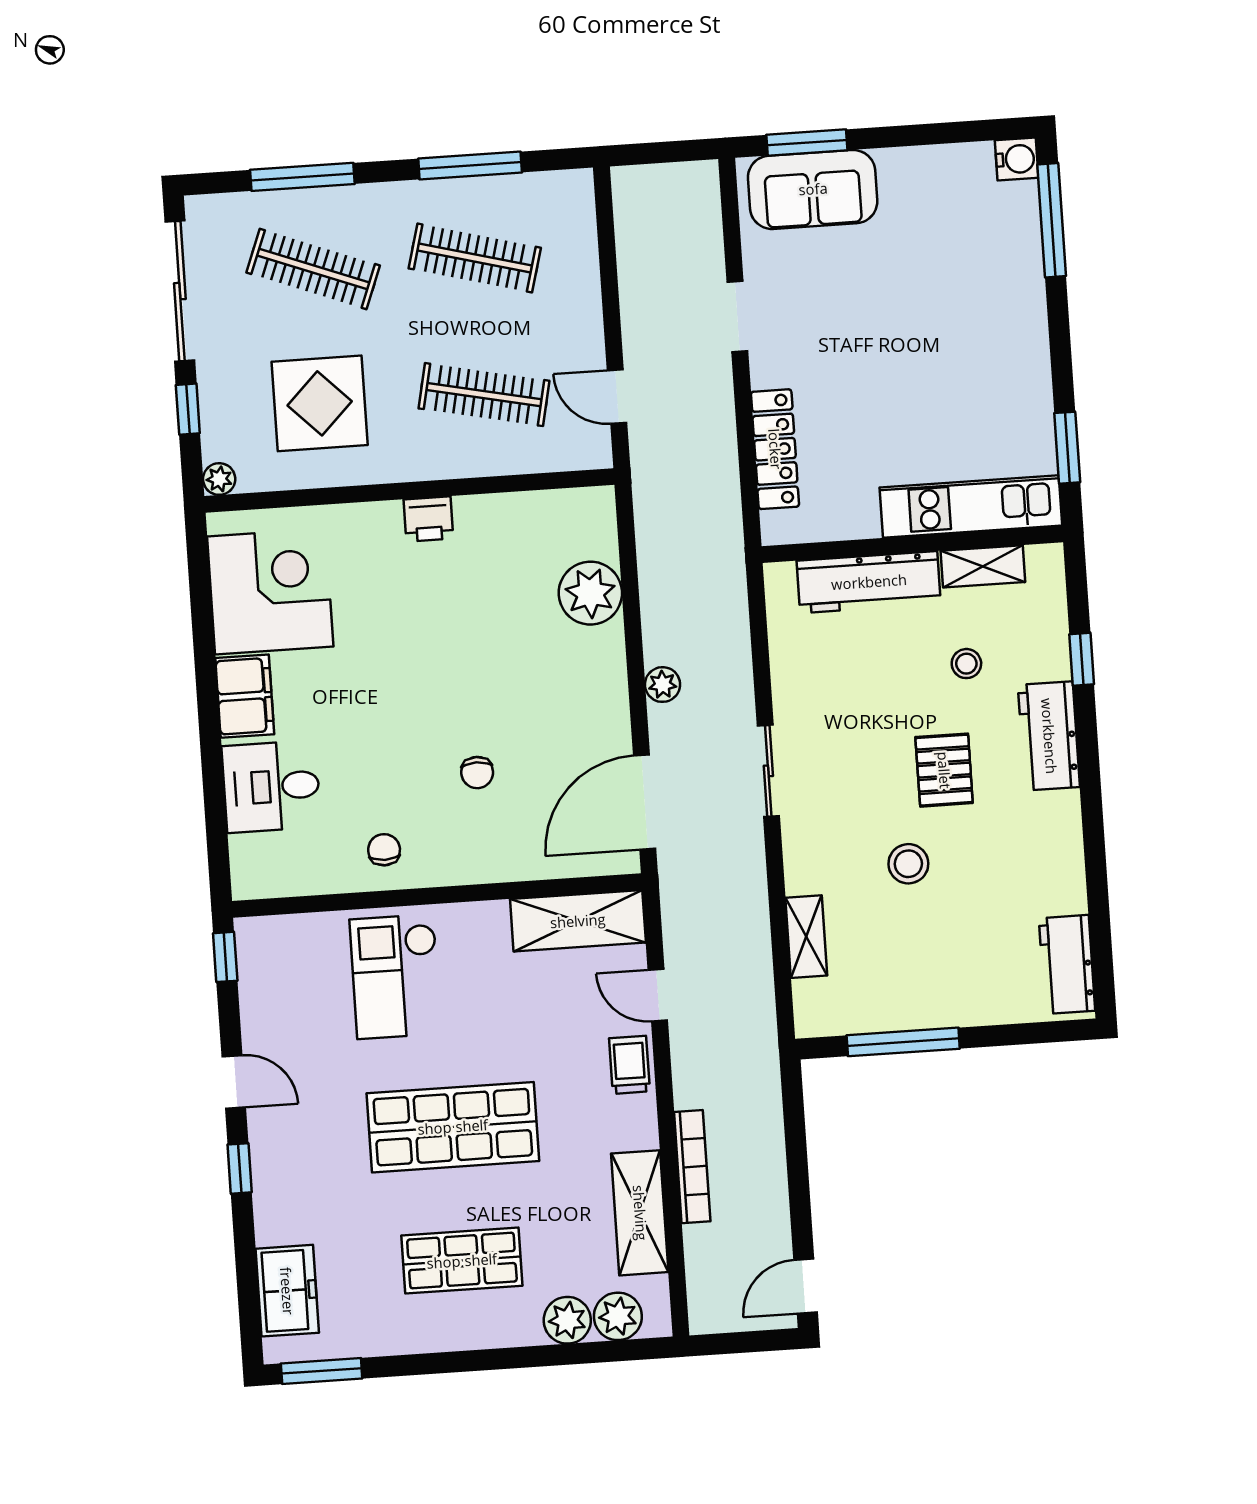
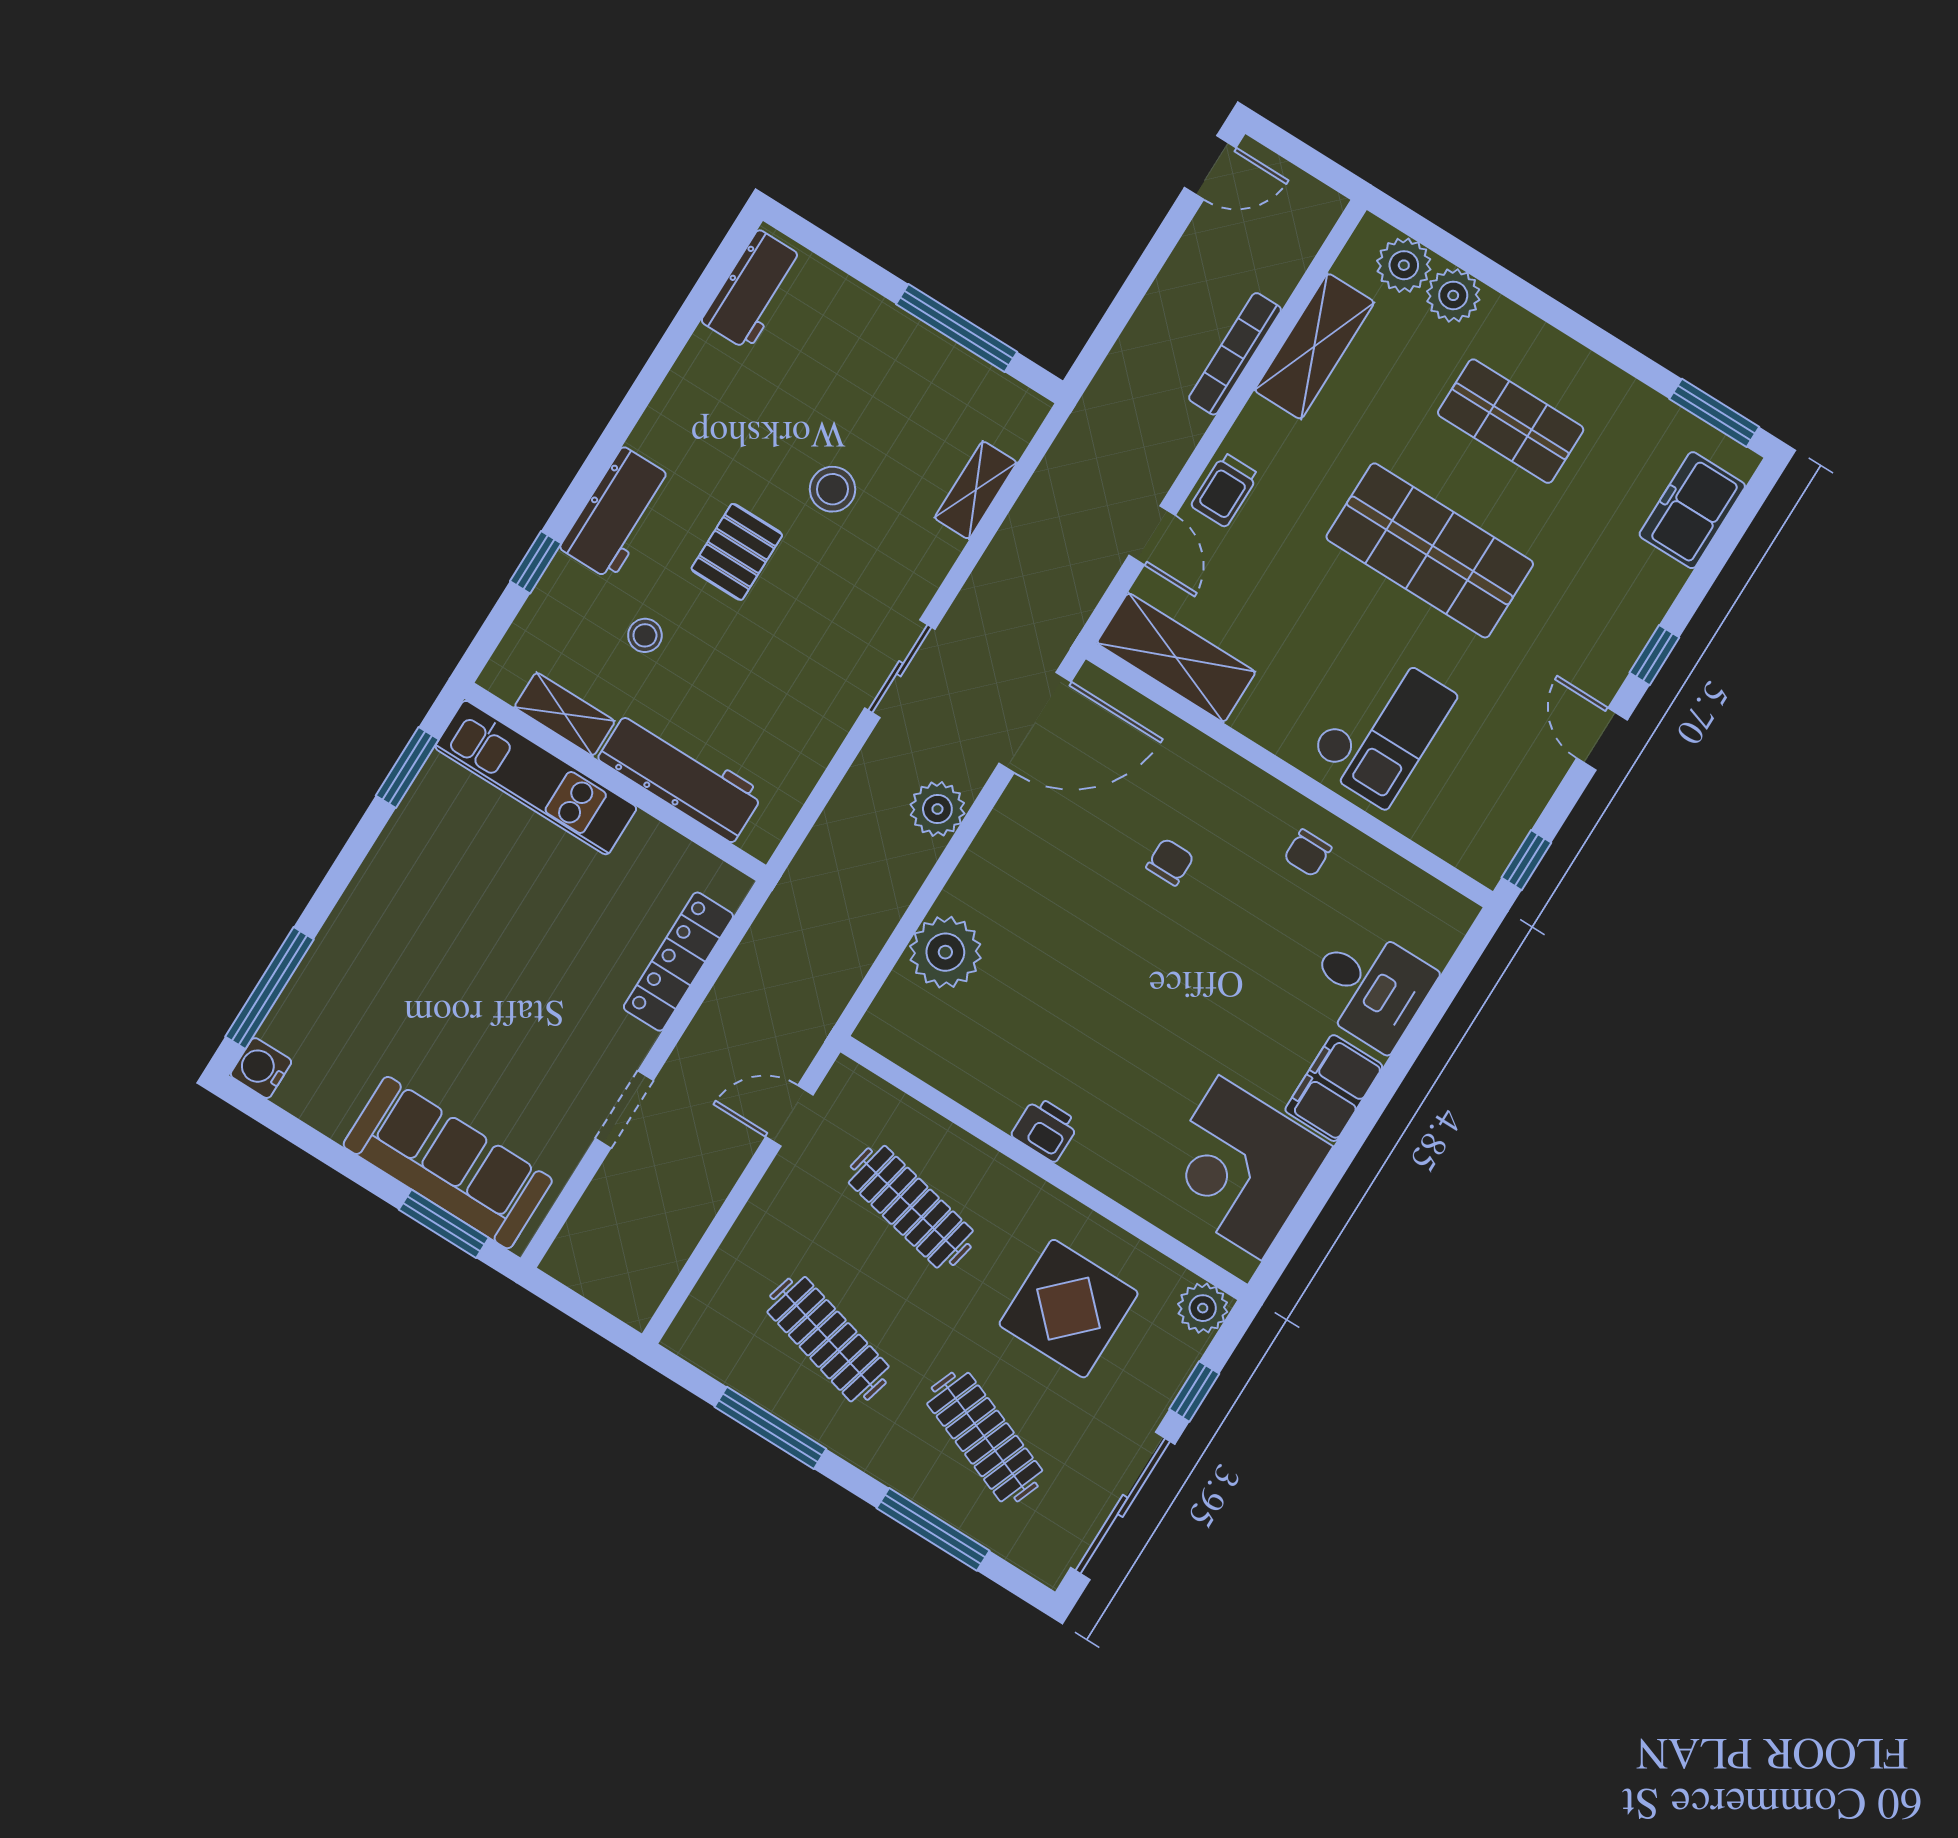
sofa: (813, 189) -> (448, 1163), width x1.36
door: (617, 397) -> (789, 1116), swing flipped
plant: (219, 479) -> (1203, 1308), width x1.38, depth x1.38
plant: (663, 685) -> (937, 809), width x1.38, depth x1.38

